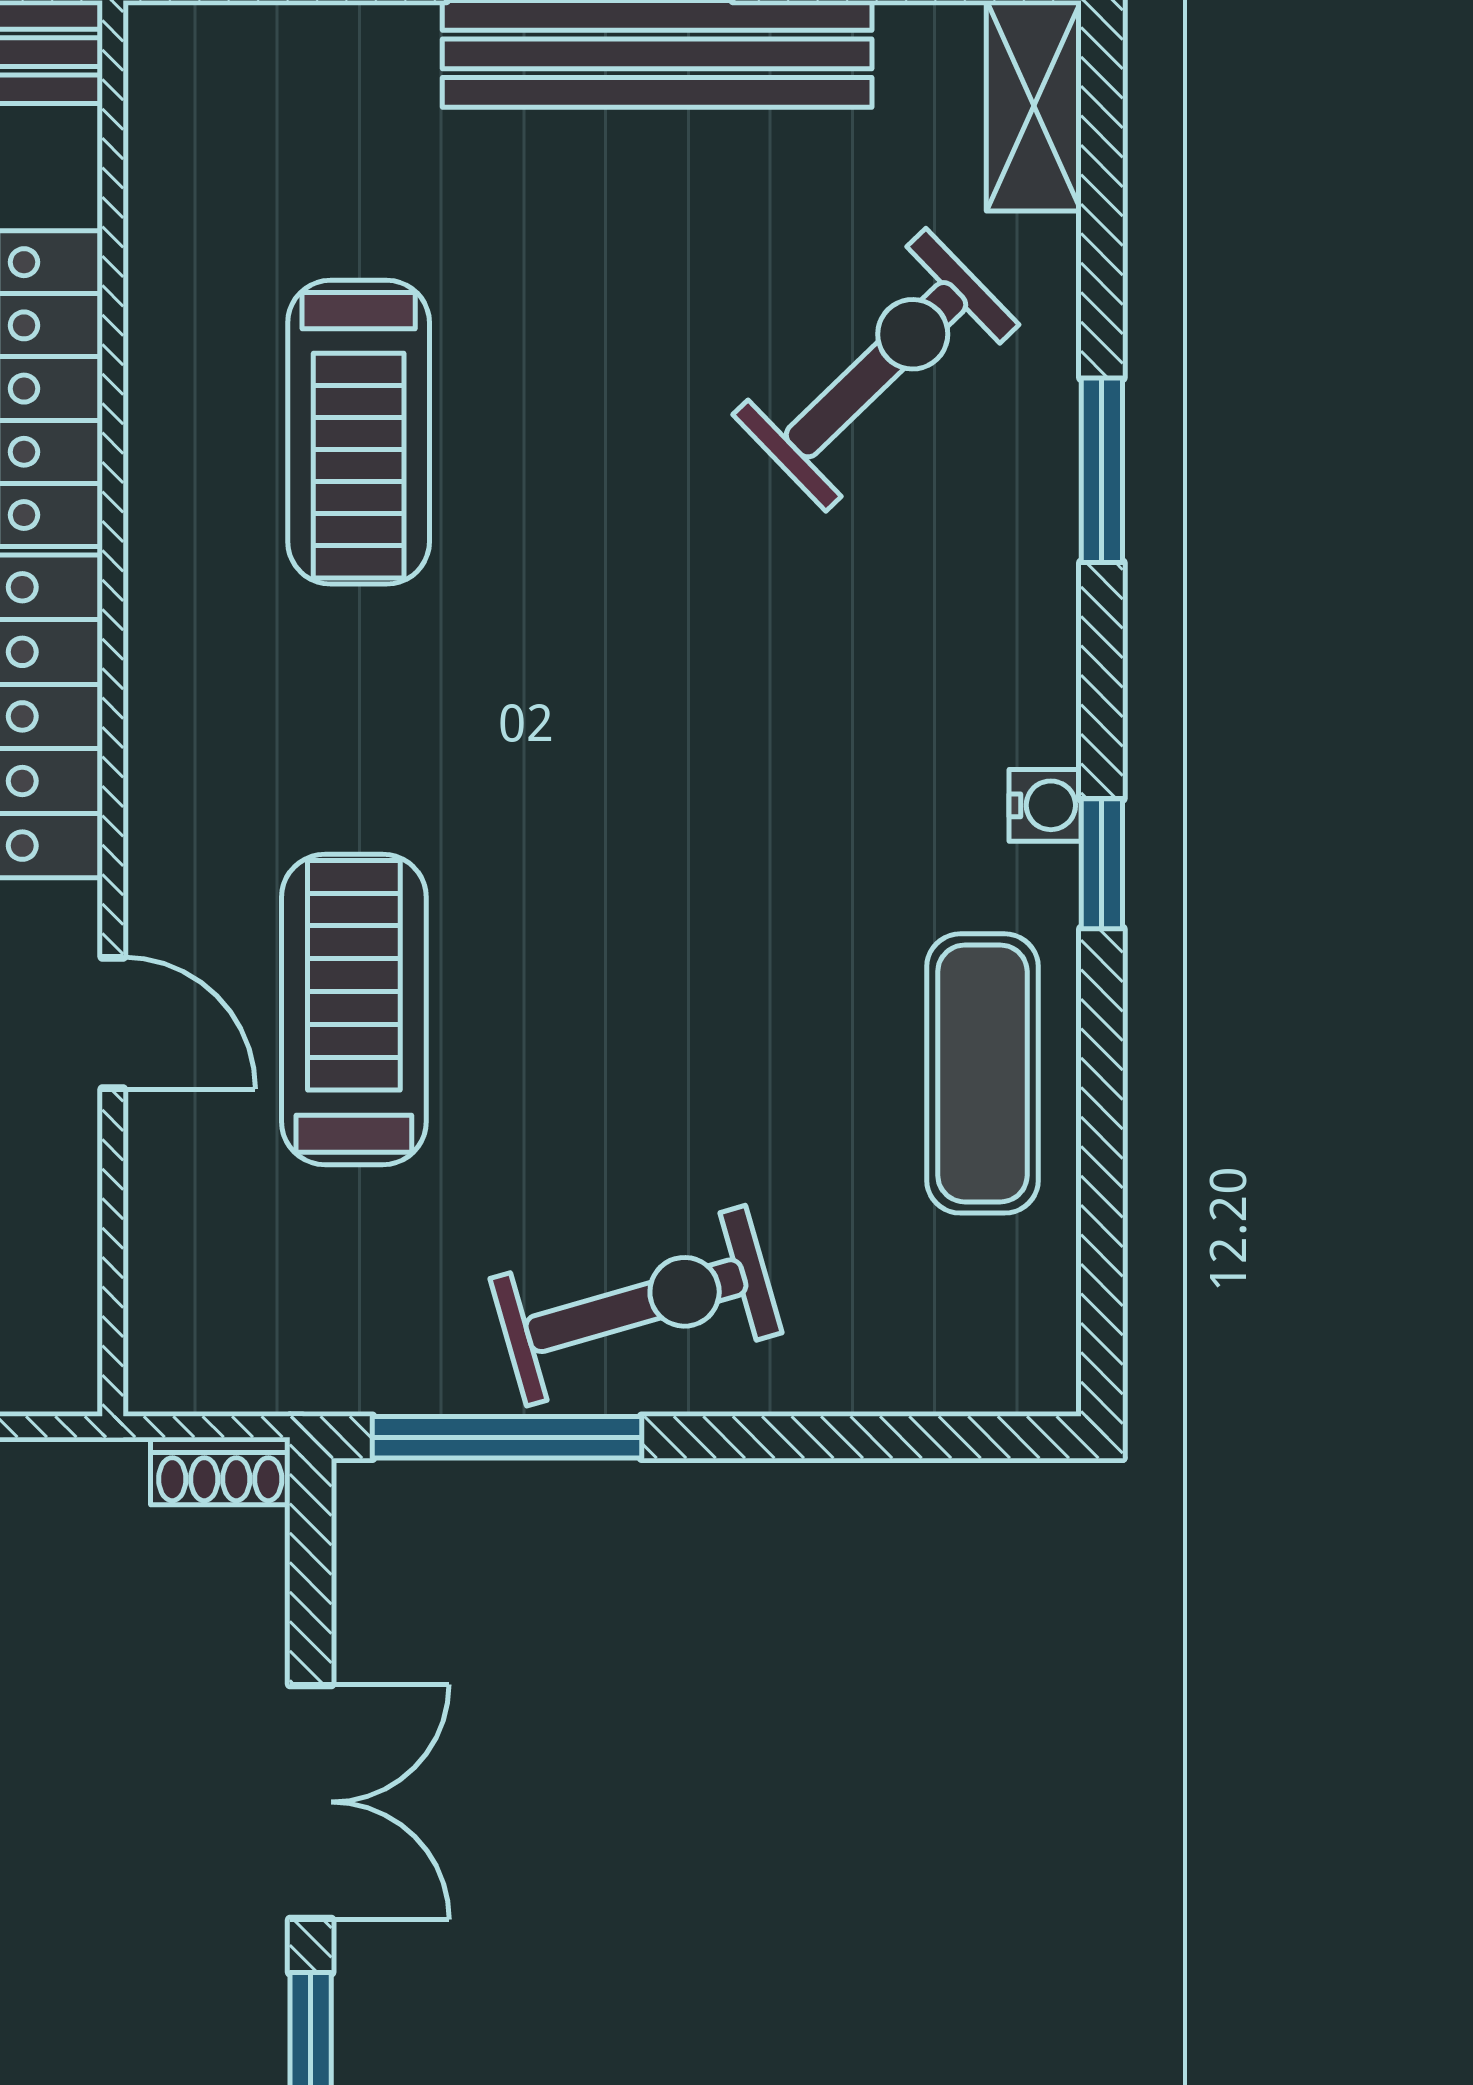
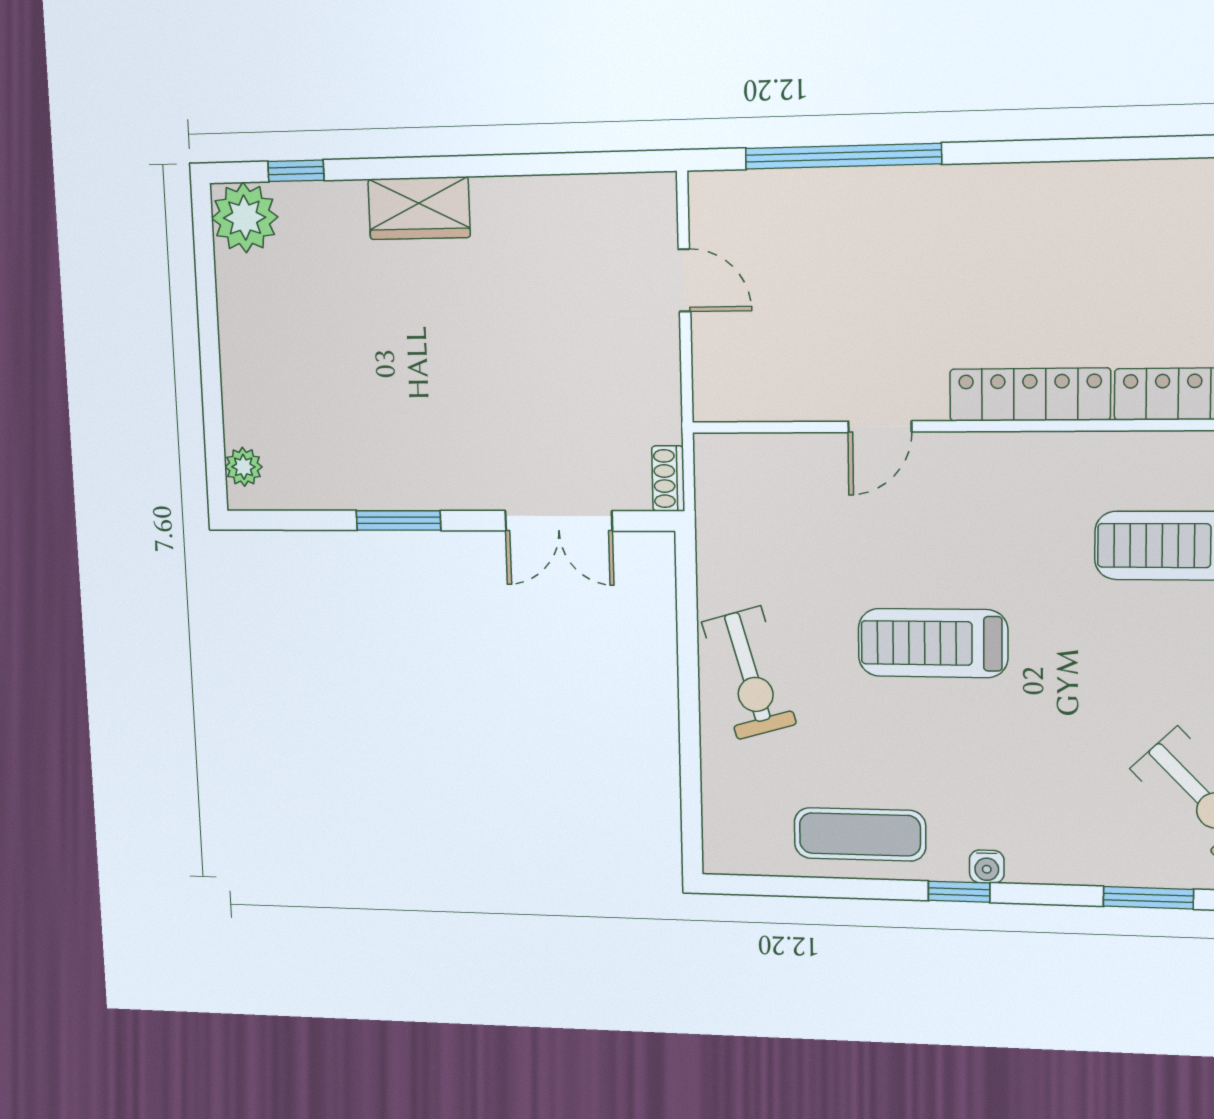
treadmill: (354, 1009) -> (933, 643), moved, turned 180
window: (507, 1437) -> (687, 613), removed
double door: (311, 1802) -> (559, 521), moved

